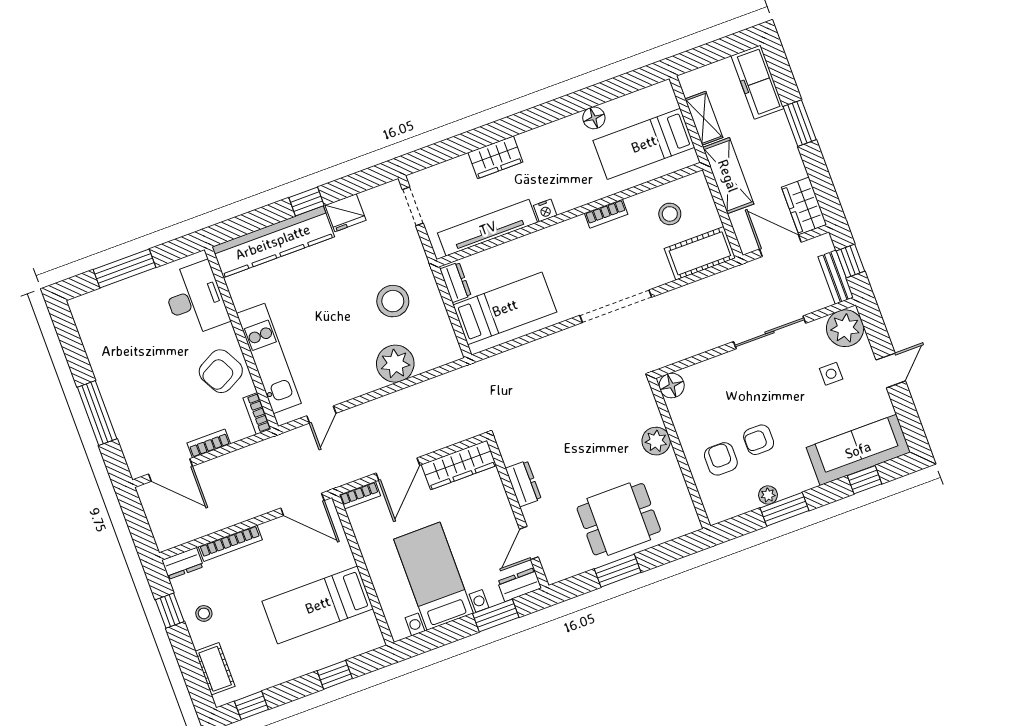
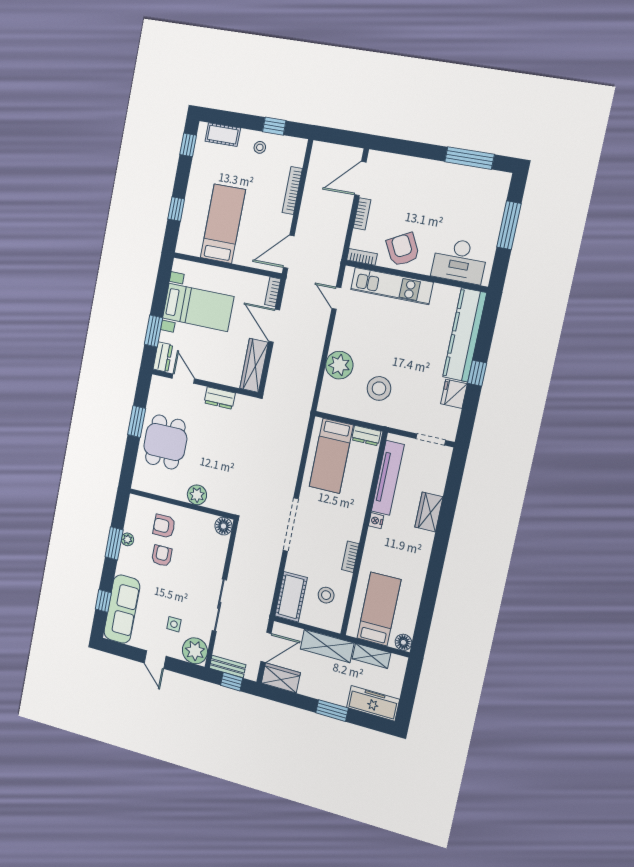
floor lamp: (594, 118) -> (403, 642), moved
window: (97, 413) -> (469, 158), moved
armchair: (721, 459) -> (164, 526), turned 180
dresser: (183, 563) -> (298, 152), removed

